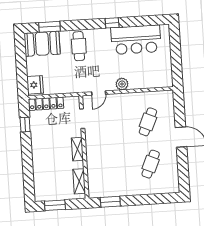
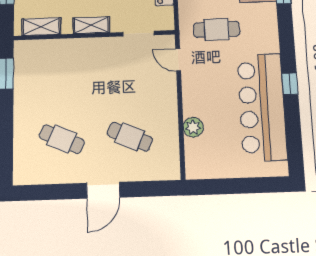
bar counter: (136, 40) -> (262, 107), width x1.36
cafe table: (79, 46) -> (217, 29), moved
plant: (122, 84) -> (193, 127), moved

